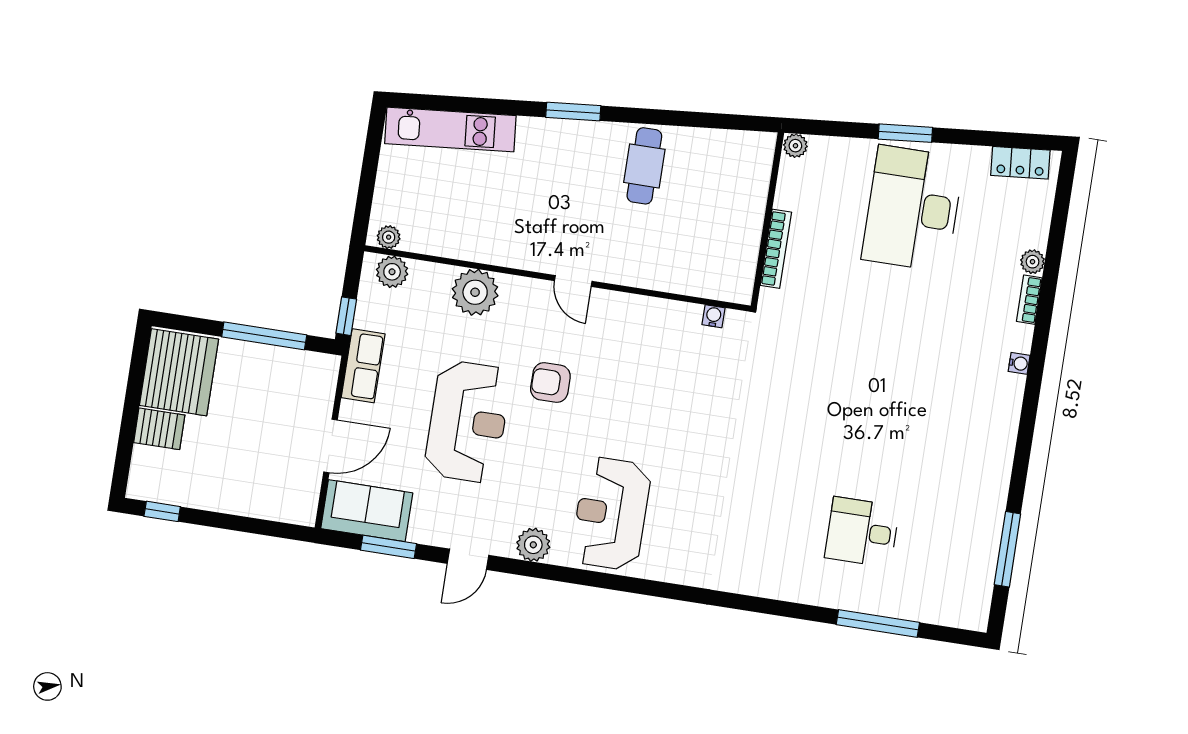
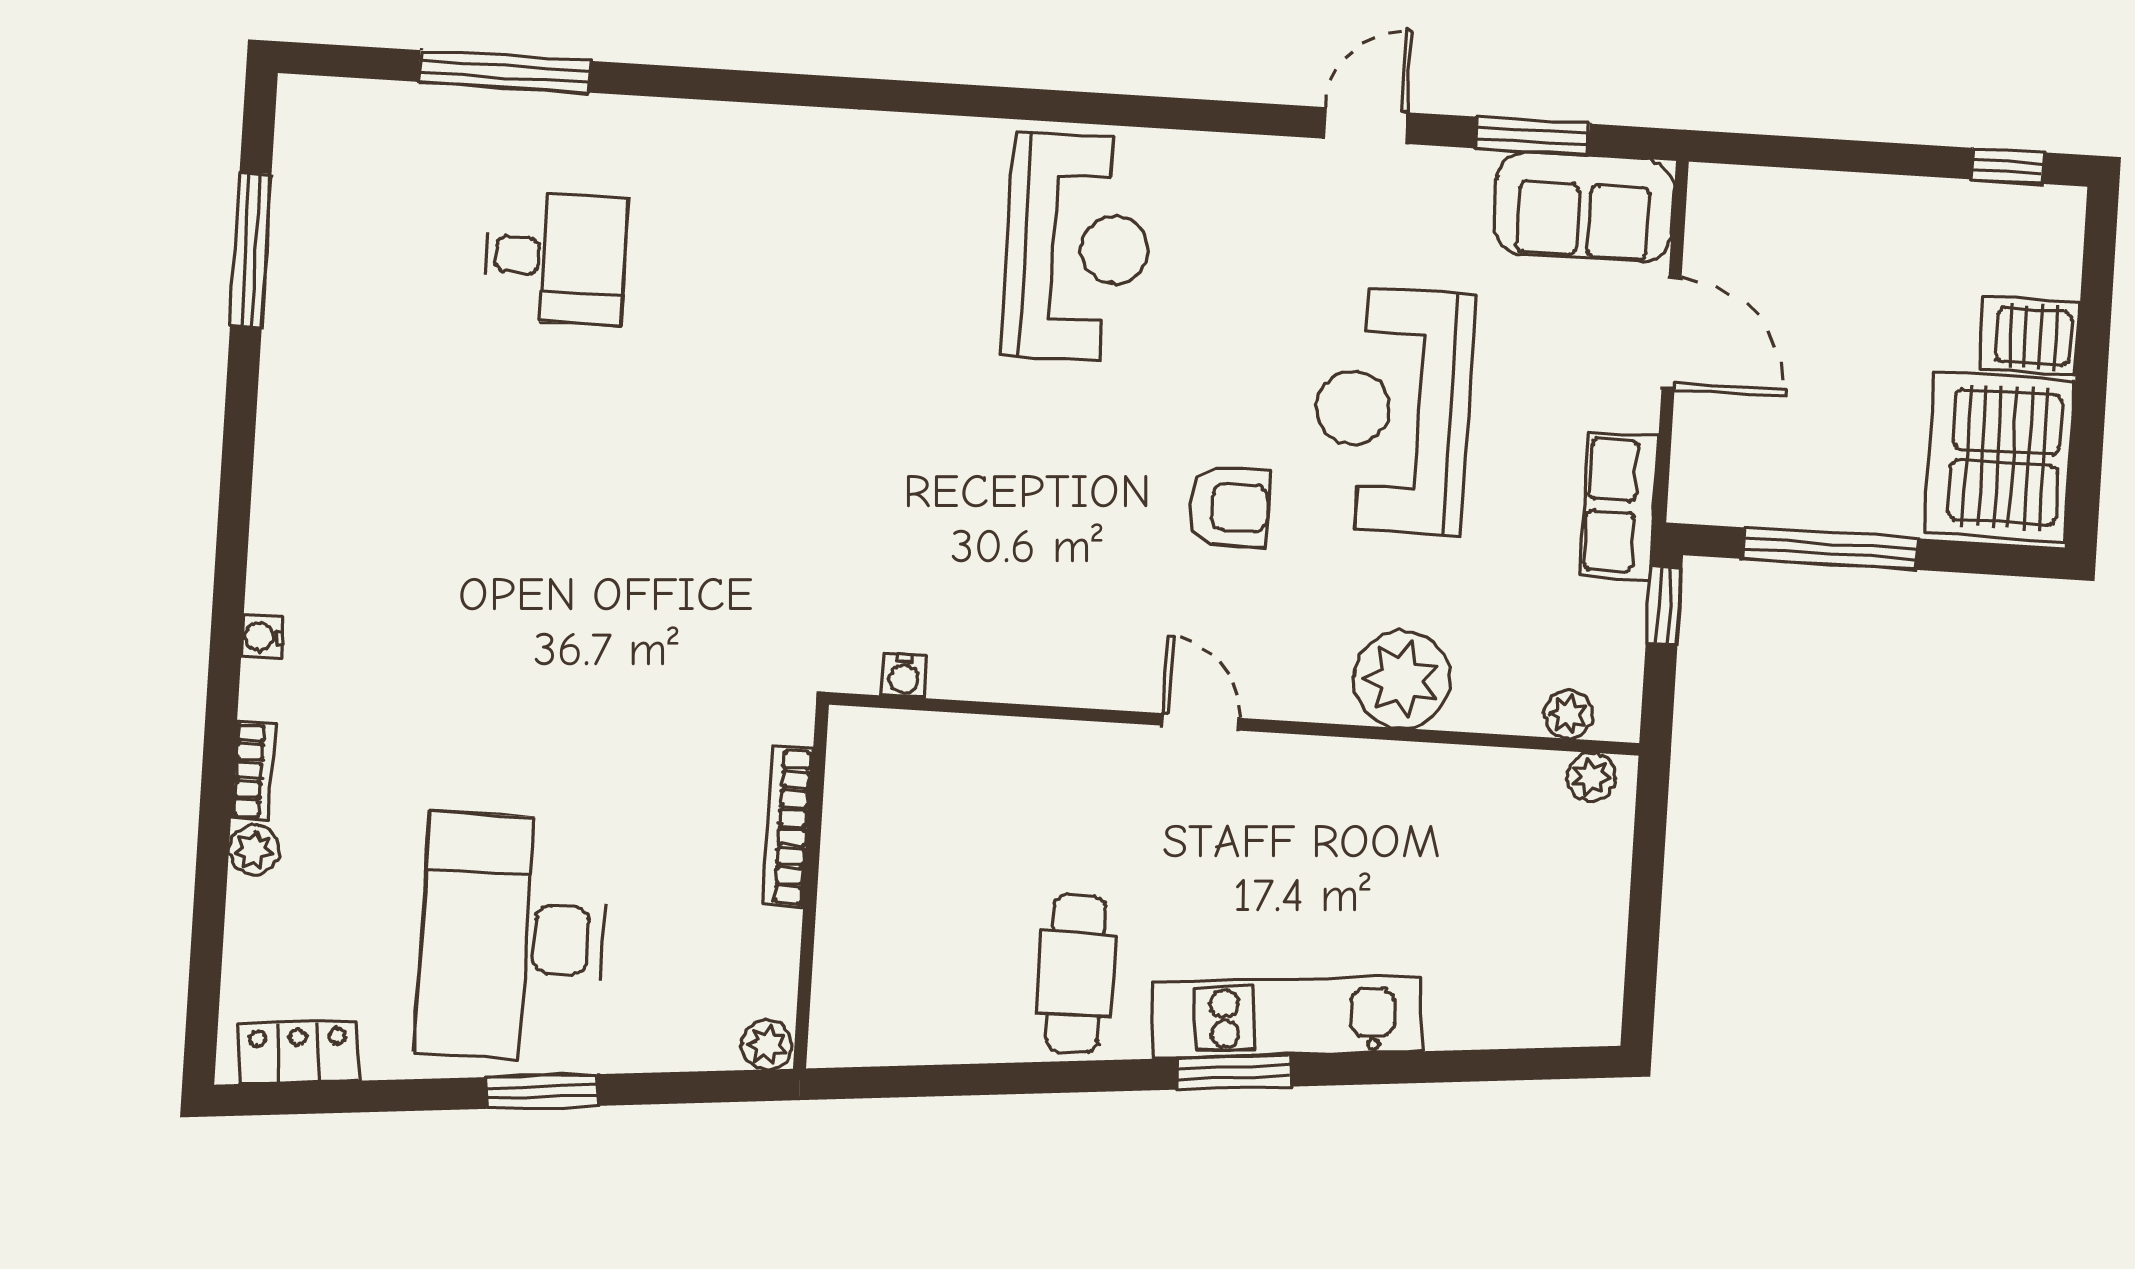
kitchen unit: (450, 130) -> (1287, 1017), moved
desk: (913, 208) -> (512, 937), turned 180
plant: (392, 272) -> (1568, 714), width x0.73, depth x0.73
door: (331, 446) -> (1672, 334), swing flipped
plant: (533, 545) -> (1233, 168), removed

